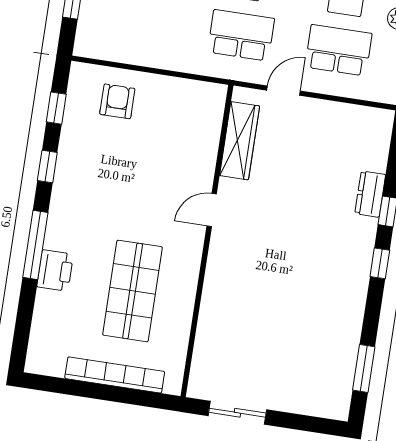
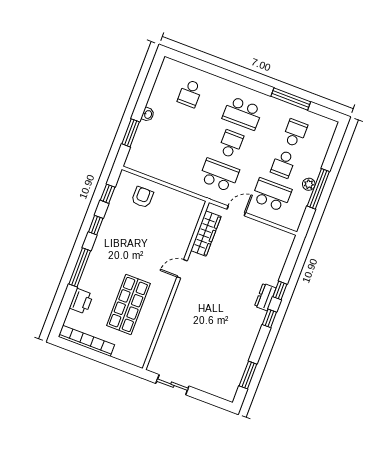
dresser: (370, 194) -> (265, 297), moved
printer: (55, 270) -> (81, 301), moved
bookcase: (115, 375) -> (86, 341), moved

